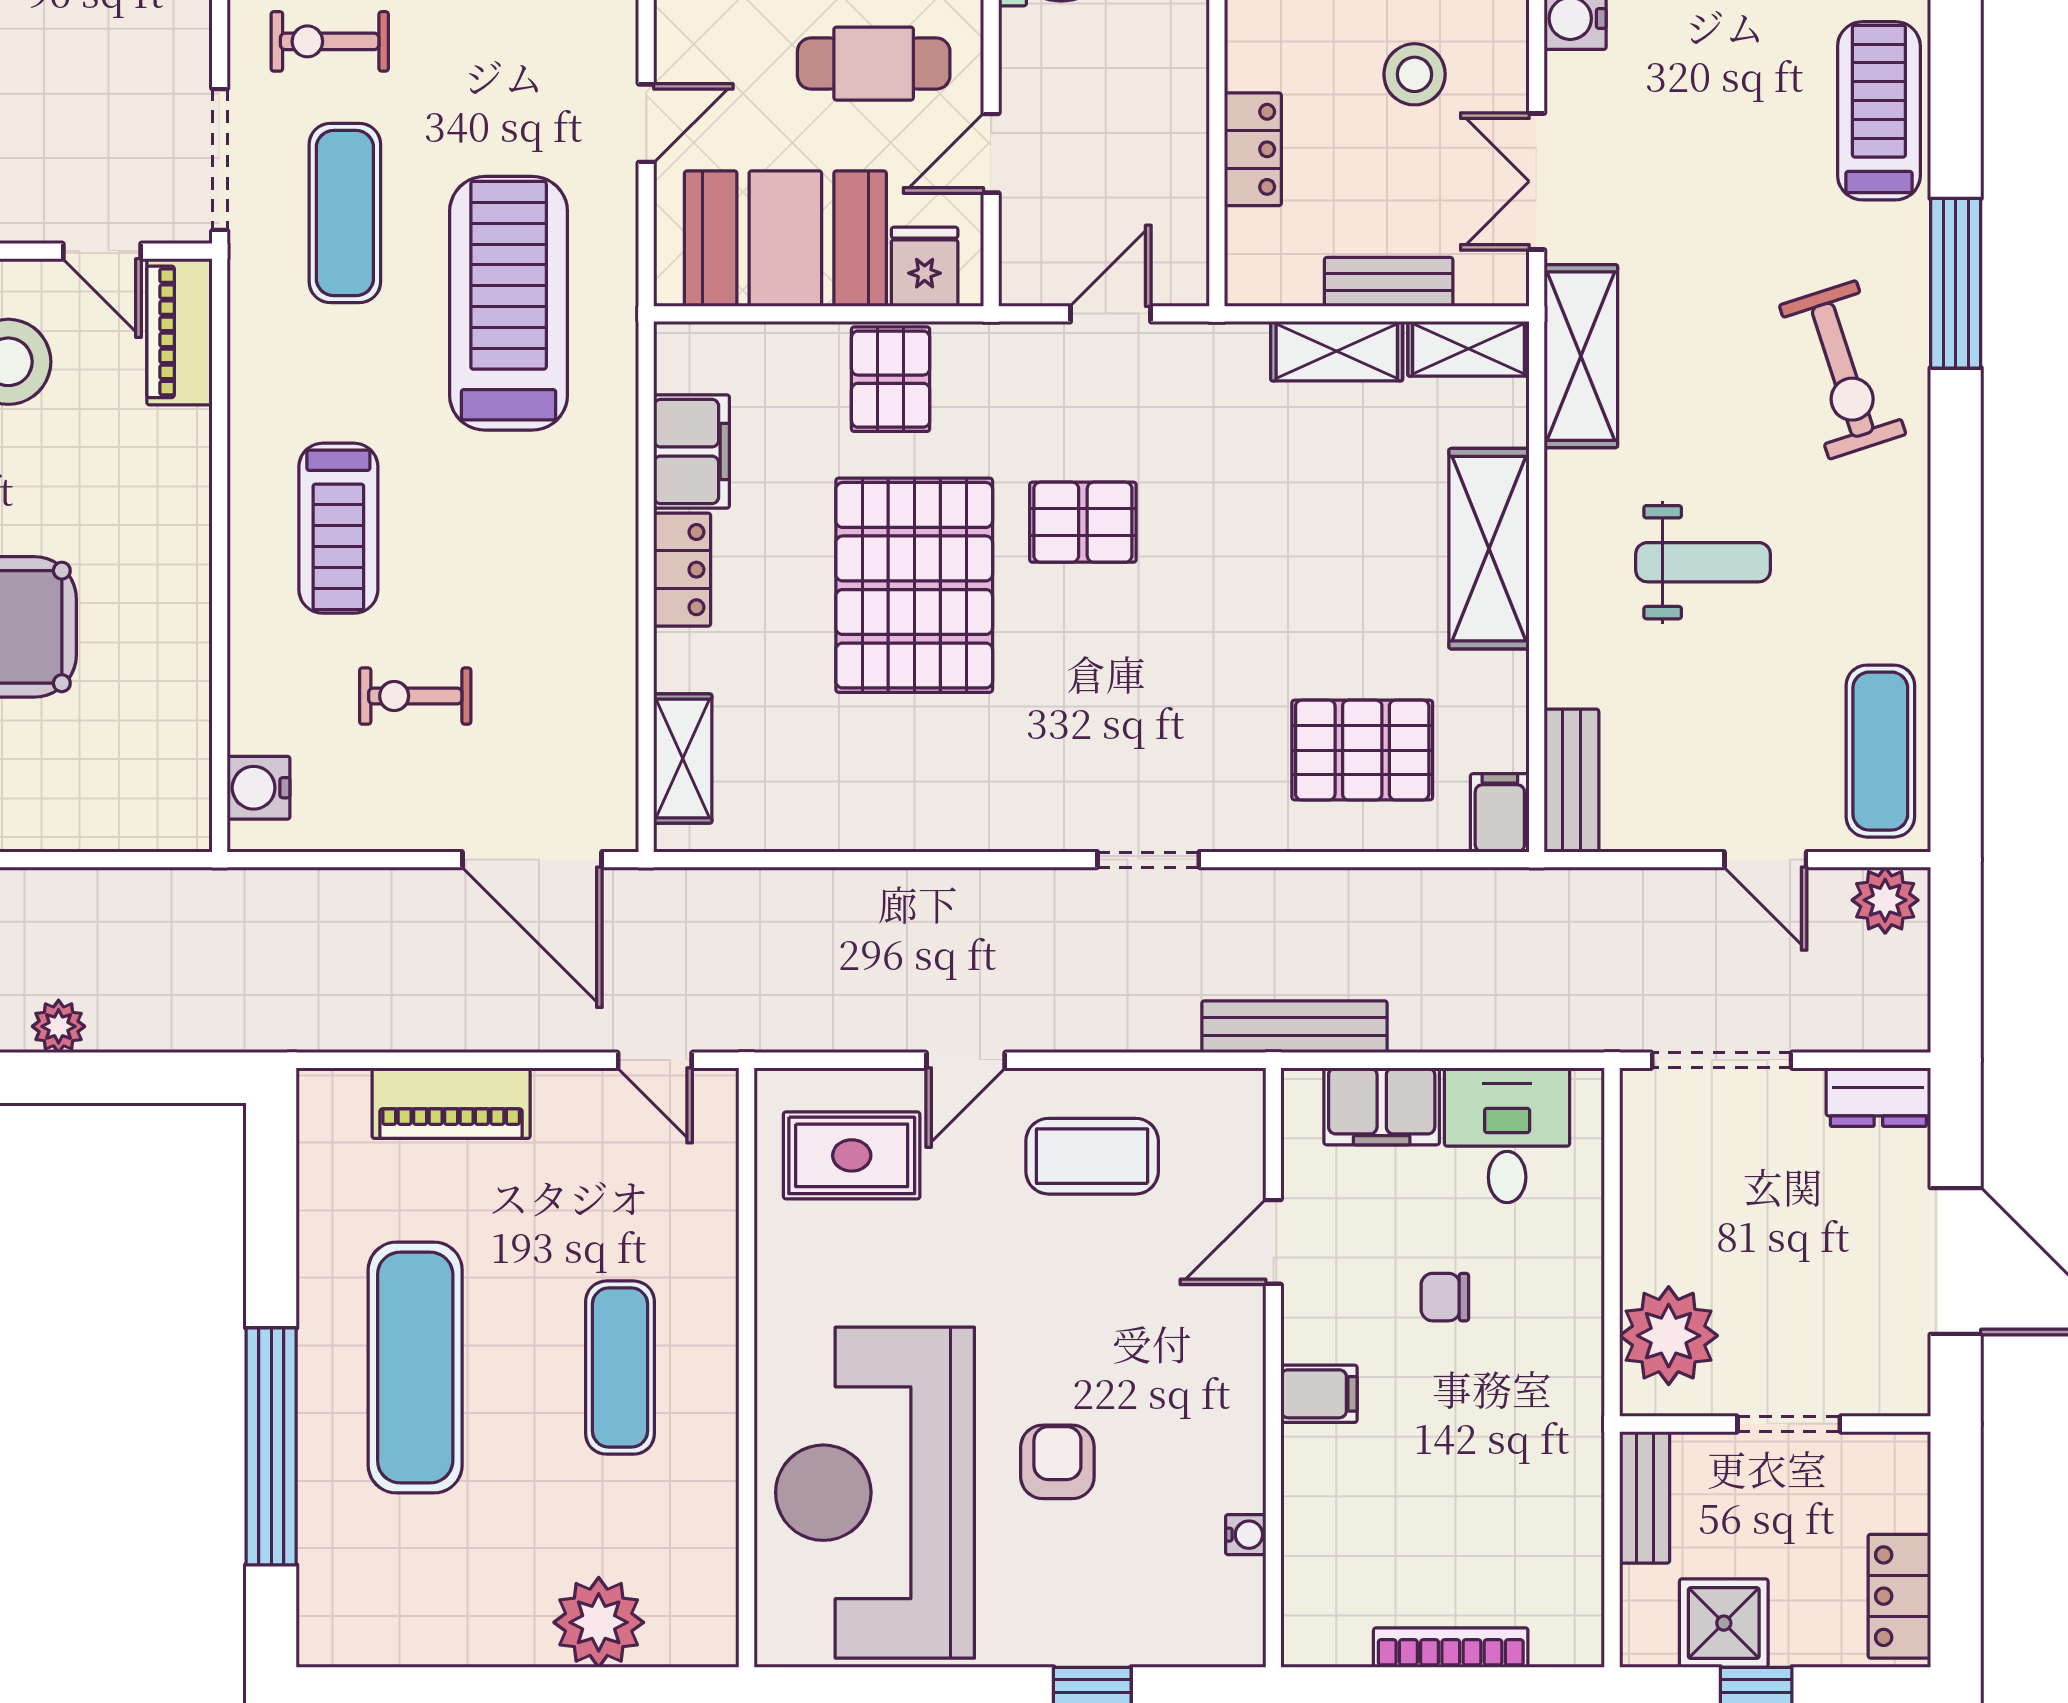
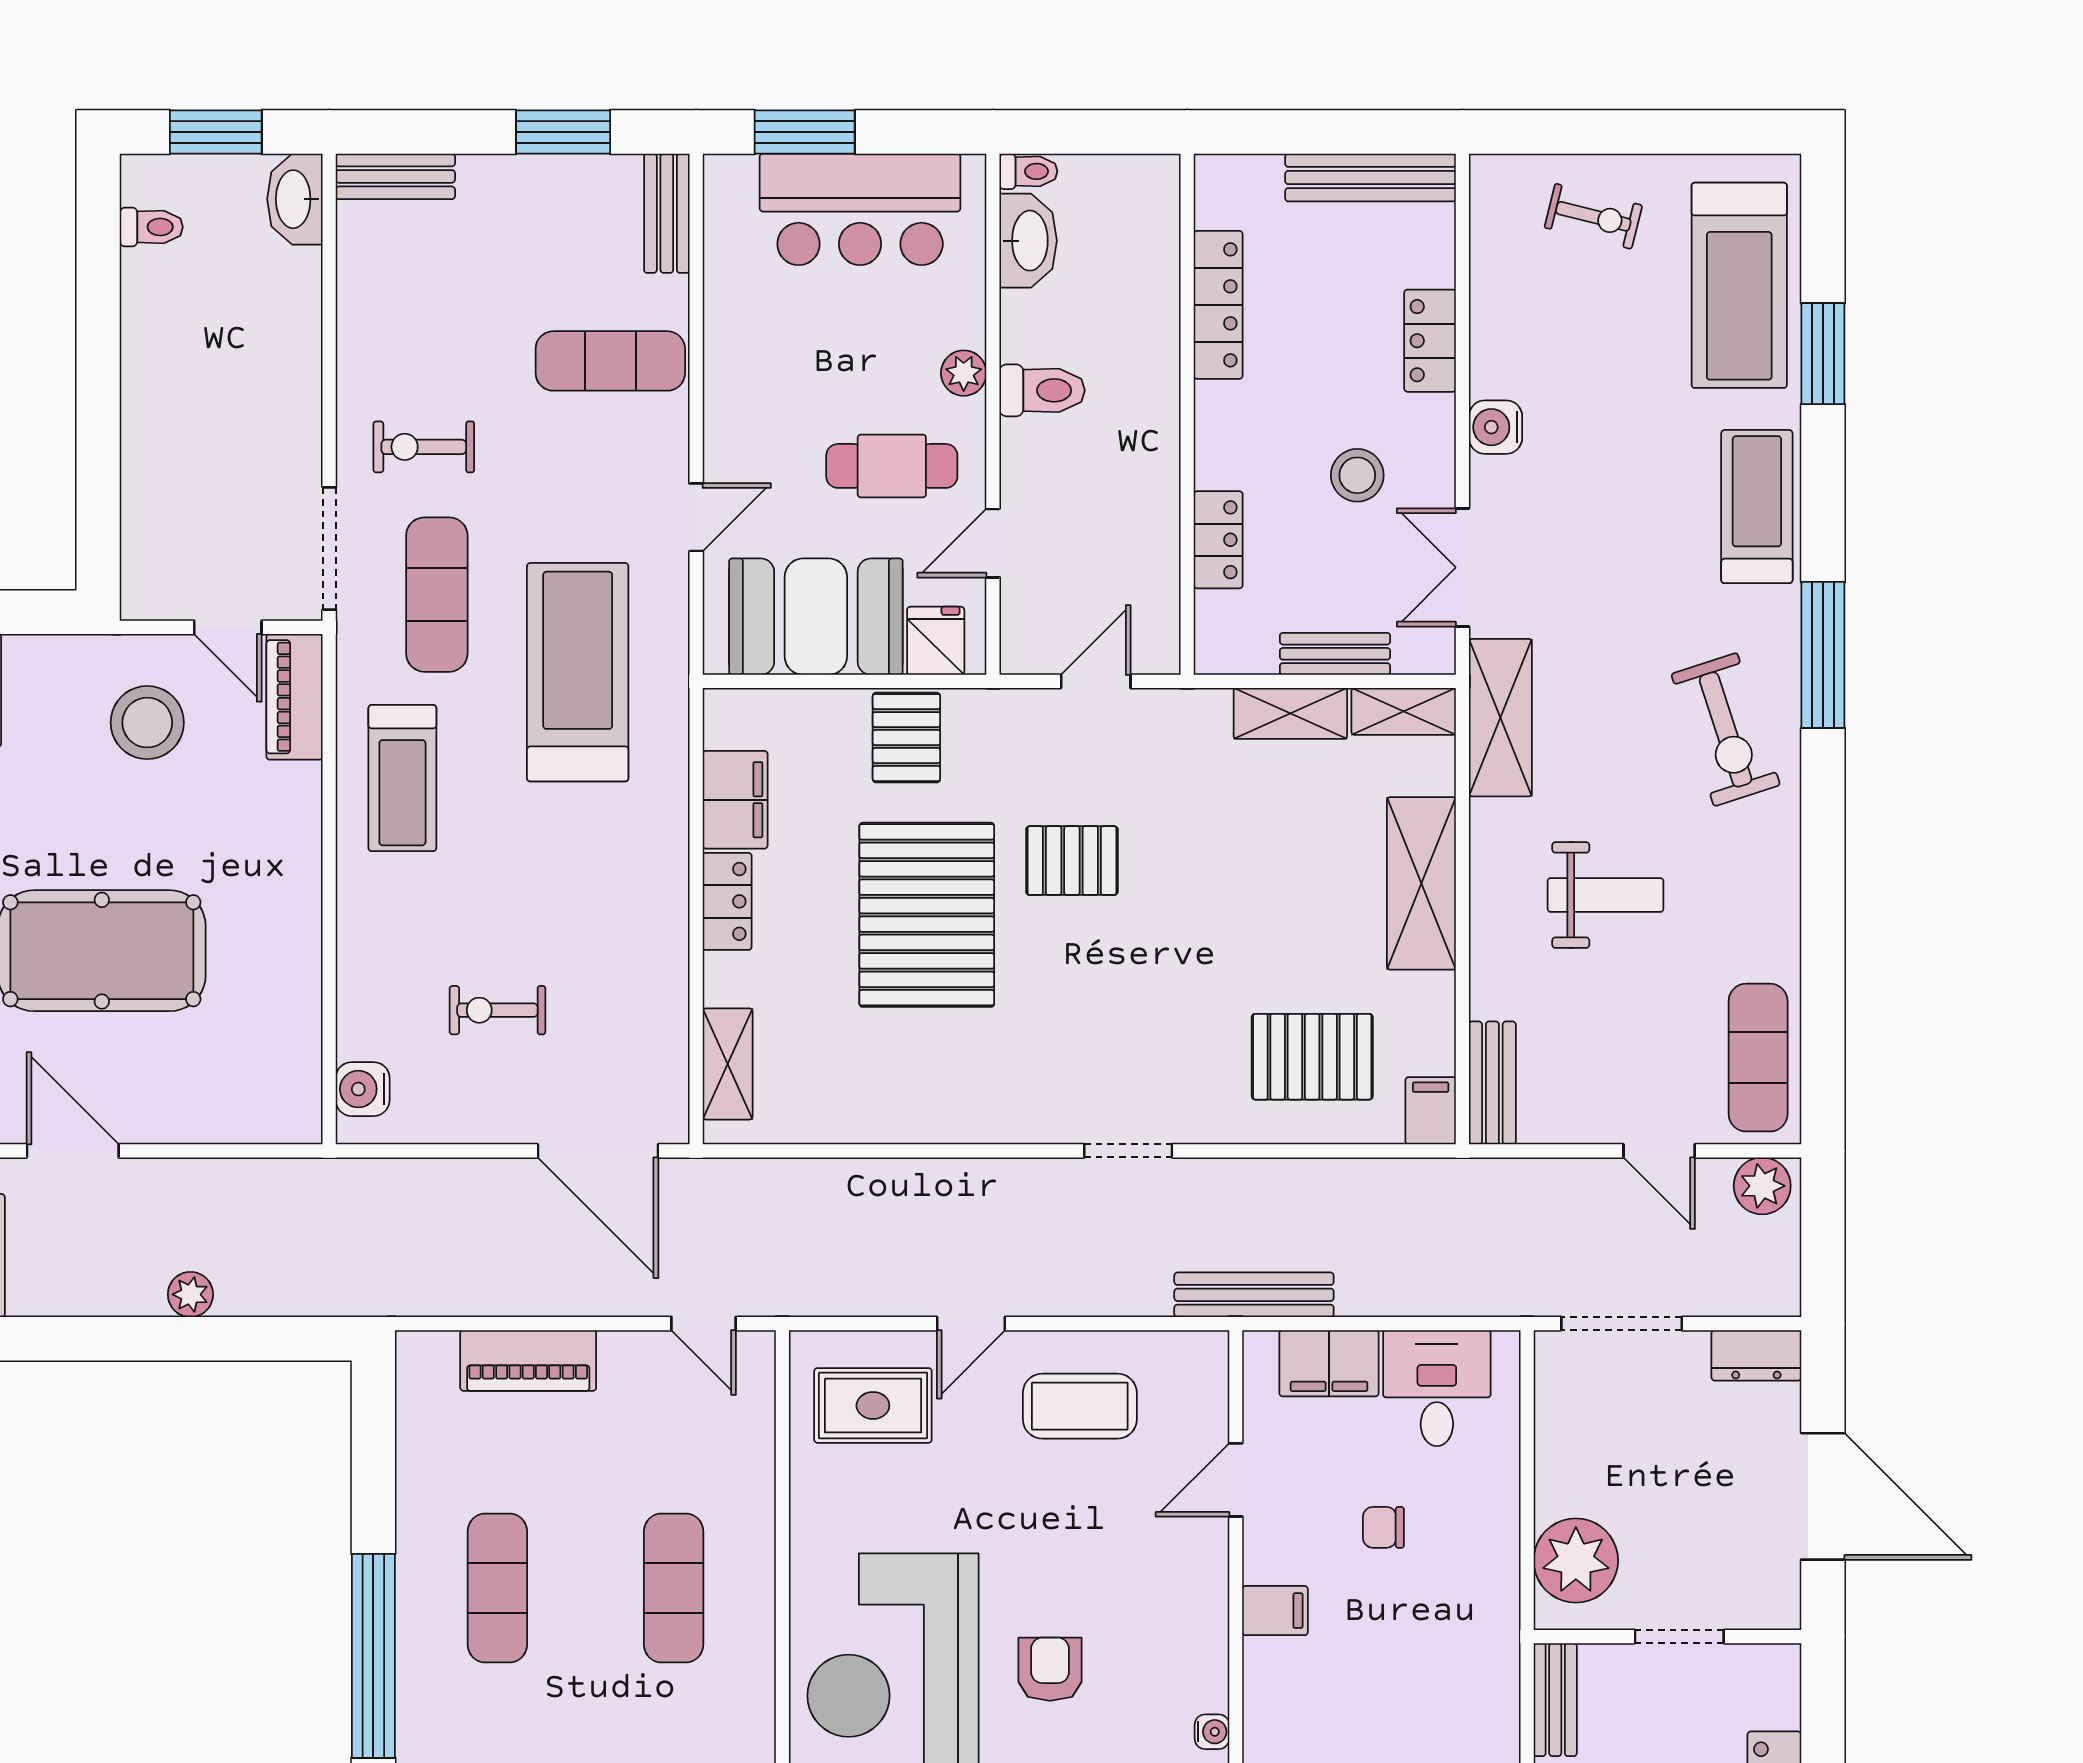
treadmill: (338, 528) -> (402, 778), moved
exercise mat: (415, 1368) -> (497, 1588), width x0.73, depth x0.69

